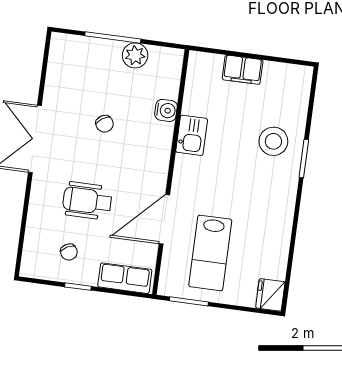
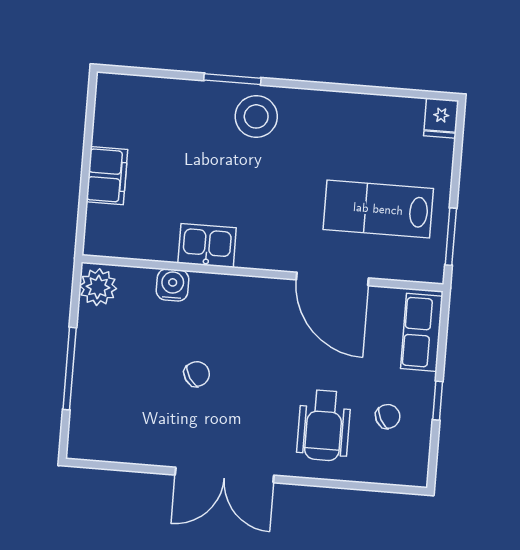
plant: (135, 55) -> (98, 287), moved
stool: (273, 141) -> (256, 116), moved
wheelchair: (87, 201) -> (324, 425), moved
lab bench: (210, 253) -> (378, 209), turned 180
fridge: (270, 295) -> (441, 118), width x0.72

